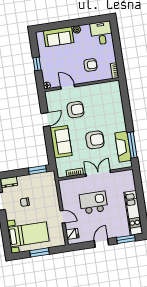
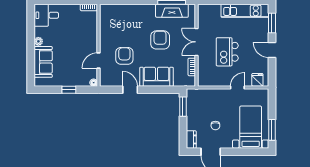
armchair: (91, 65) -> (79, 32), removed
window: (40, 252) -> (272, 130), moved

